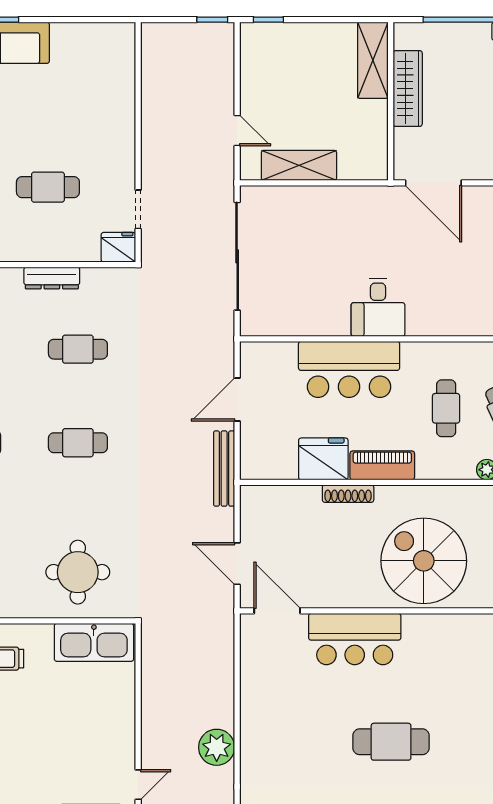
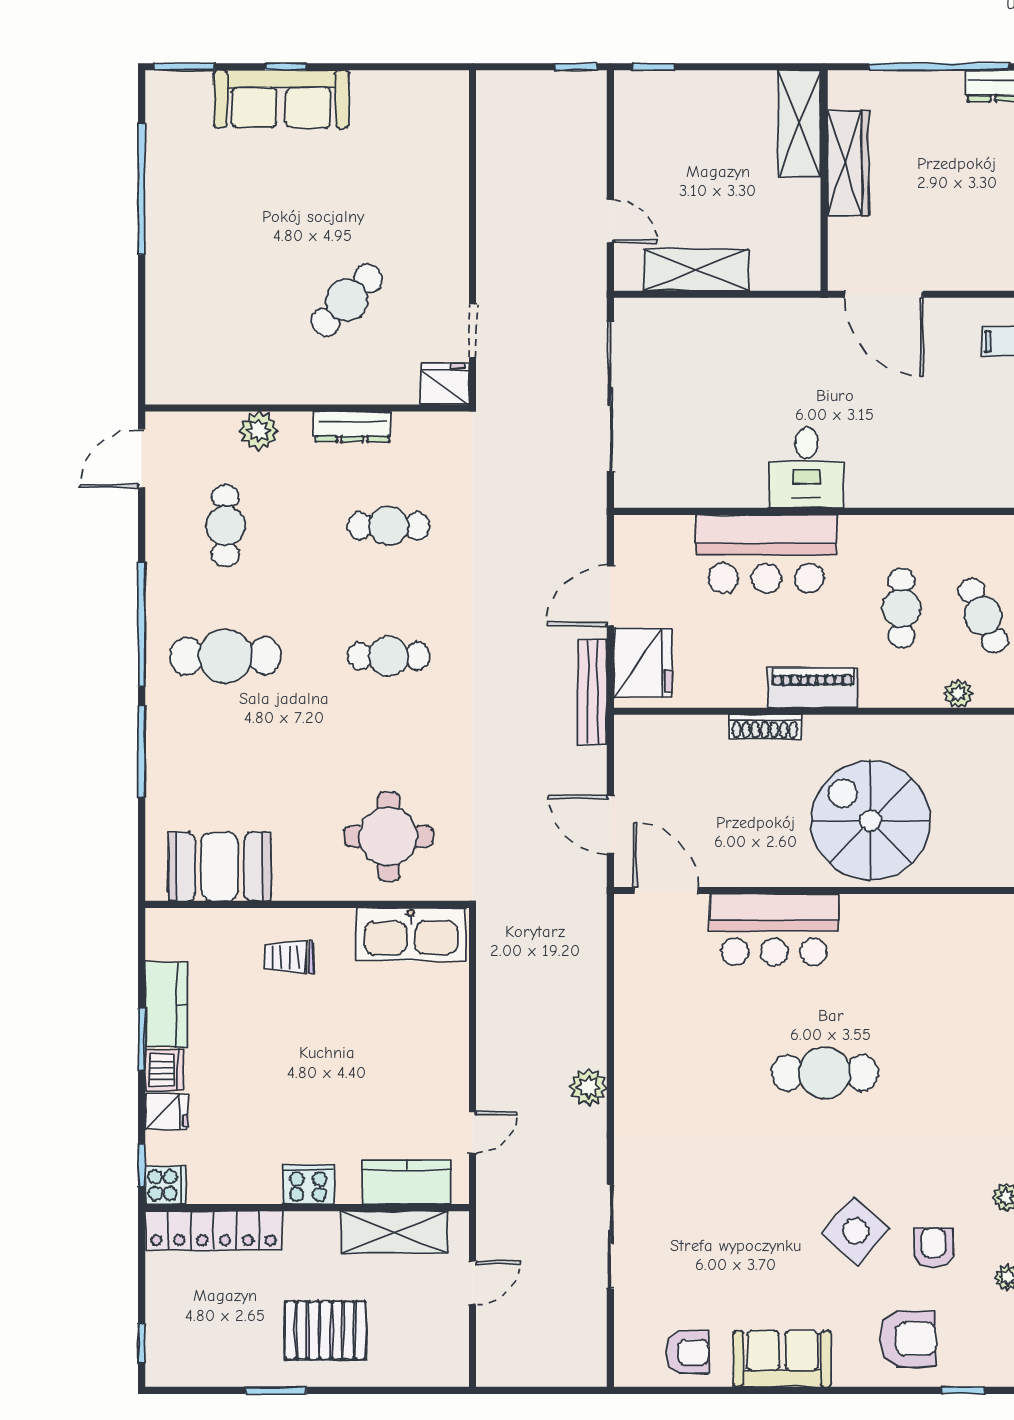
cafe table: (48, 187) -> (347, 300), turned -46
fridge: (323, 459) -> (643, 663), moved, turned 90
plant: (217, 747) -> (588, 1087), width x0.73, depth x0.73

